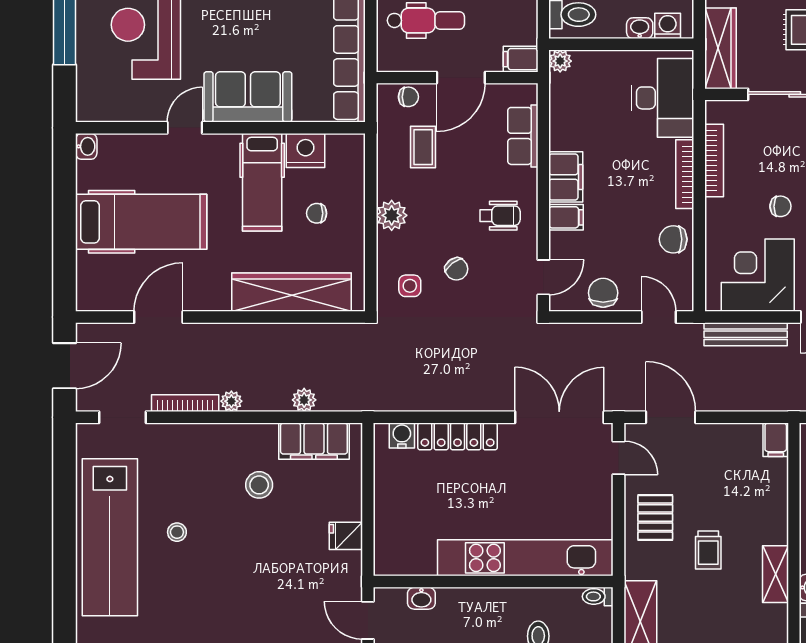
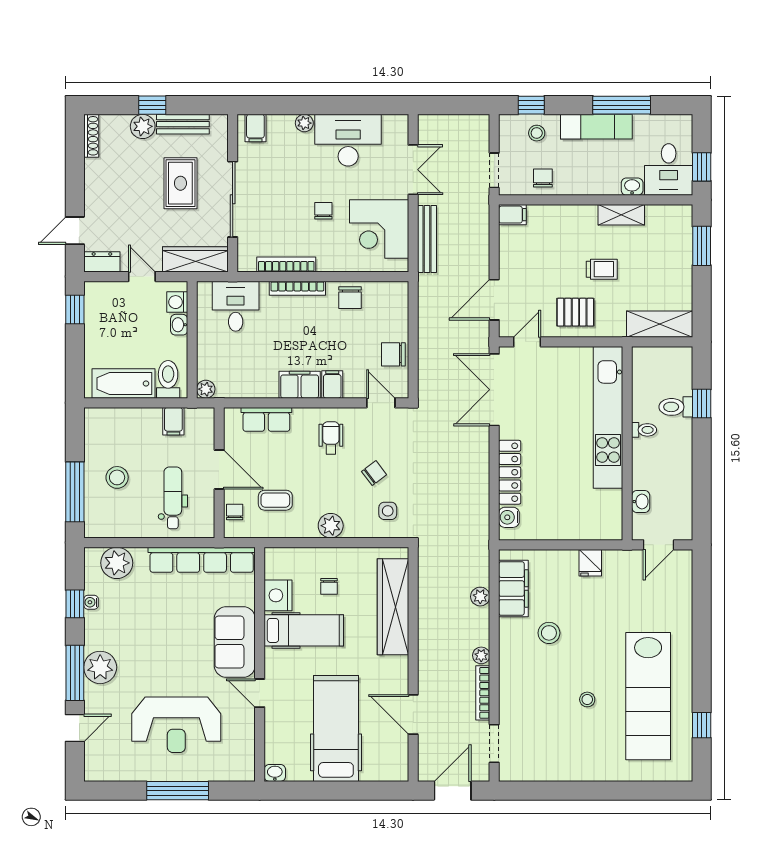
filing cabinet: (521, 59) -> (173, 421), moved
desk: (663, 98) -> (236, 306), width x0.73
door: (659, 317) -> (413, 309), removed
door: (64, 366) -> (453, 791), hinge flipped
lab bench: (110, 537) -> (648, 696), moved, turned 90
toilet: (598, 596) -> (644, 430), moved, turned -90

